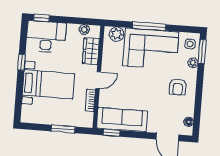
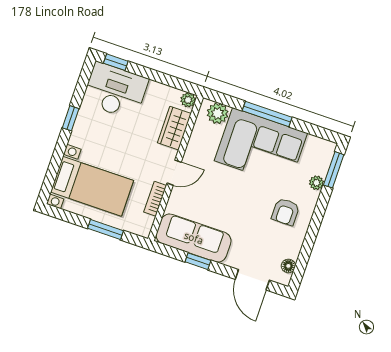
plant: (84, 30) -> (188, 100), moved
side table: (190, 44) -> (319, 155), removed
bed with nightstands: (48, 84) -> (92, 186), moved
window: (112, 133) -> (198, 261), moved

